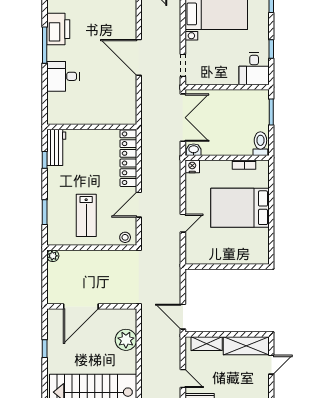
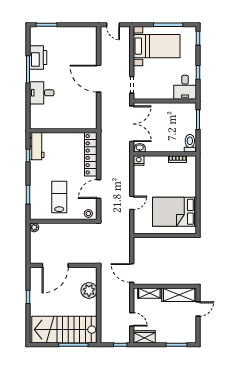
bed: (240, 208) -> (175, 212), moved
lab bench: (86, 215) -> (59, 197), turned 180

